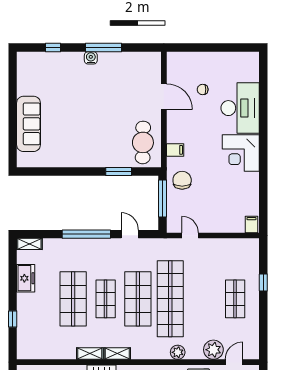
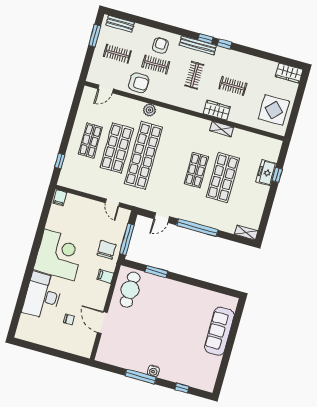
corner desk: (241, 153) -> (59, 255), width x1.36, depth x1.36
chair: (182, 180) -> (107, 250), turned 180
door: (130, 234) -> (162, 218), hinge flipped
freezer: (26, 278) -> (266, 173), moved
window: (263, 283) -> (60, 161), moved
shop shelf: (138, 299) -> (117, 148), moved
plant: (213, 350) -> (120, 104), removed
shelving: (117, 354) -> (199, 123), removed

